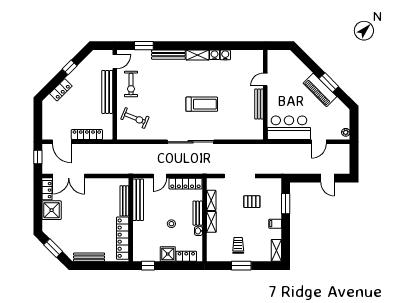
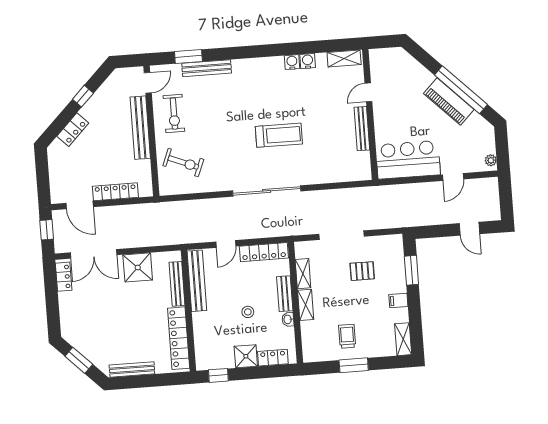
bench: (168, 55) -> (207, 68), moved
shelving: (197, 55) -> (344, 58), moved
window: (329, 83) -> (461, 90), width x2.11
shower: (52, 210) -> (138, 267), moved

